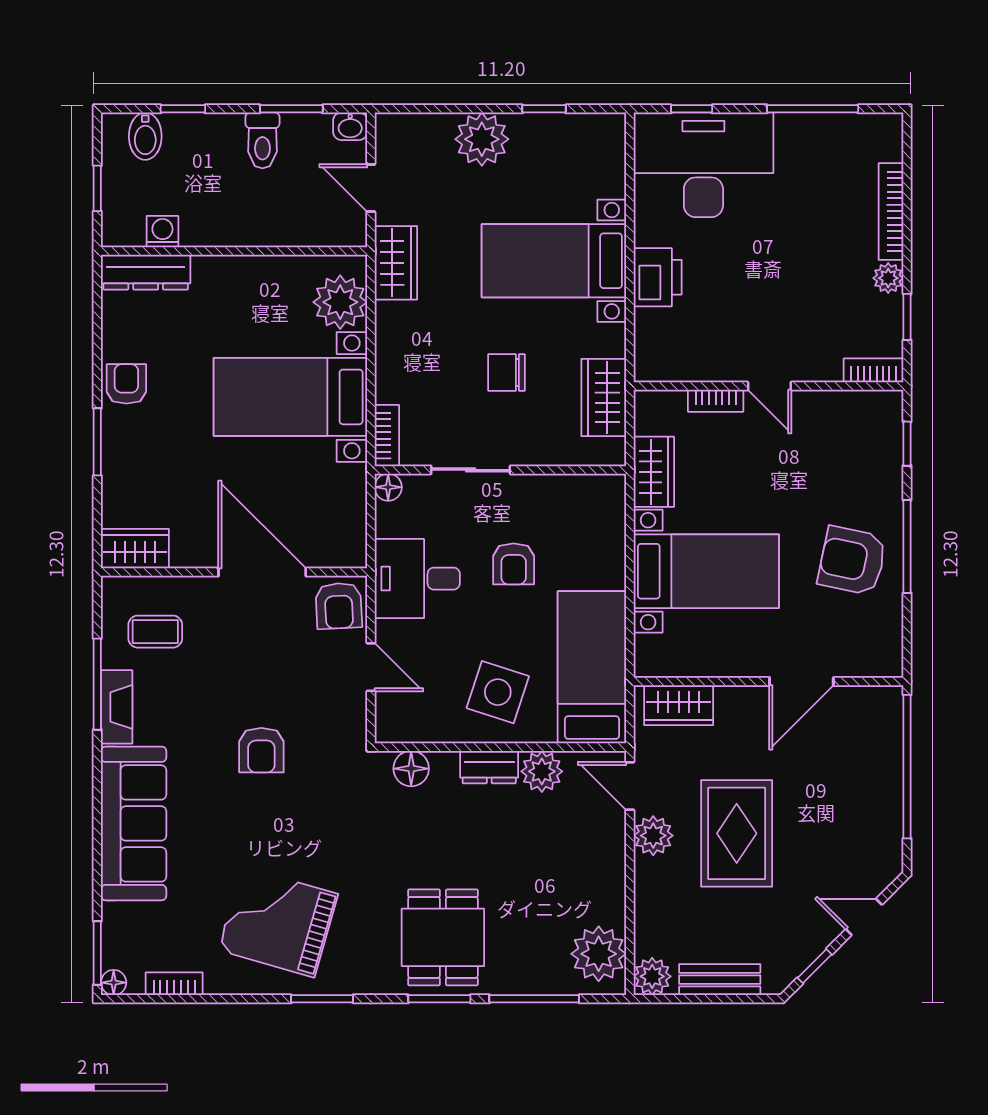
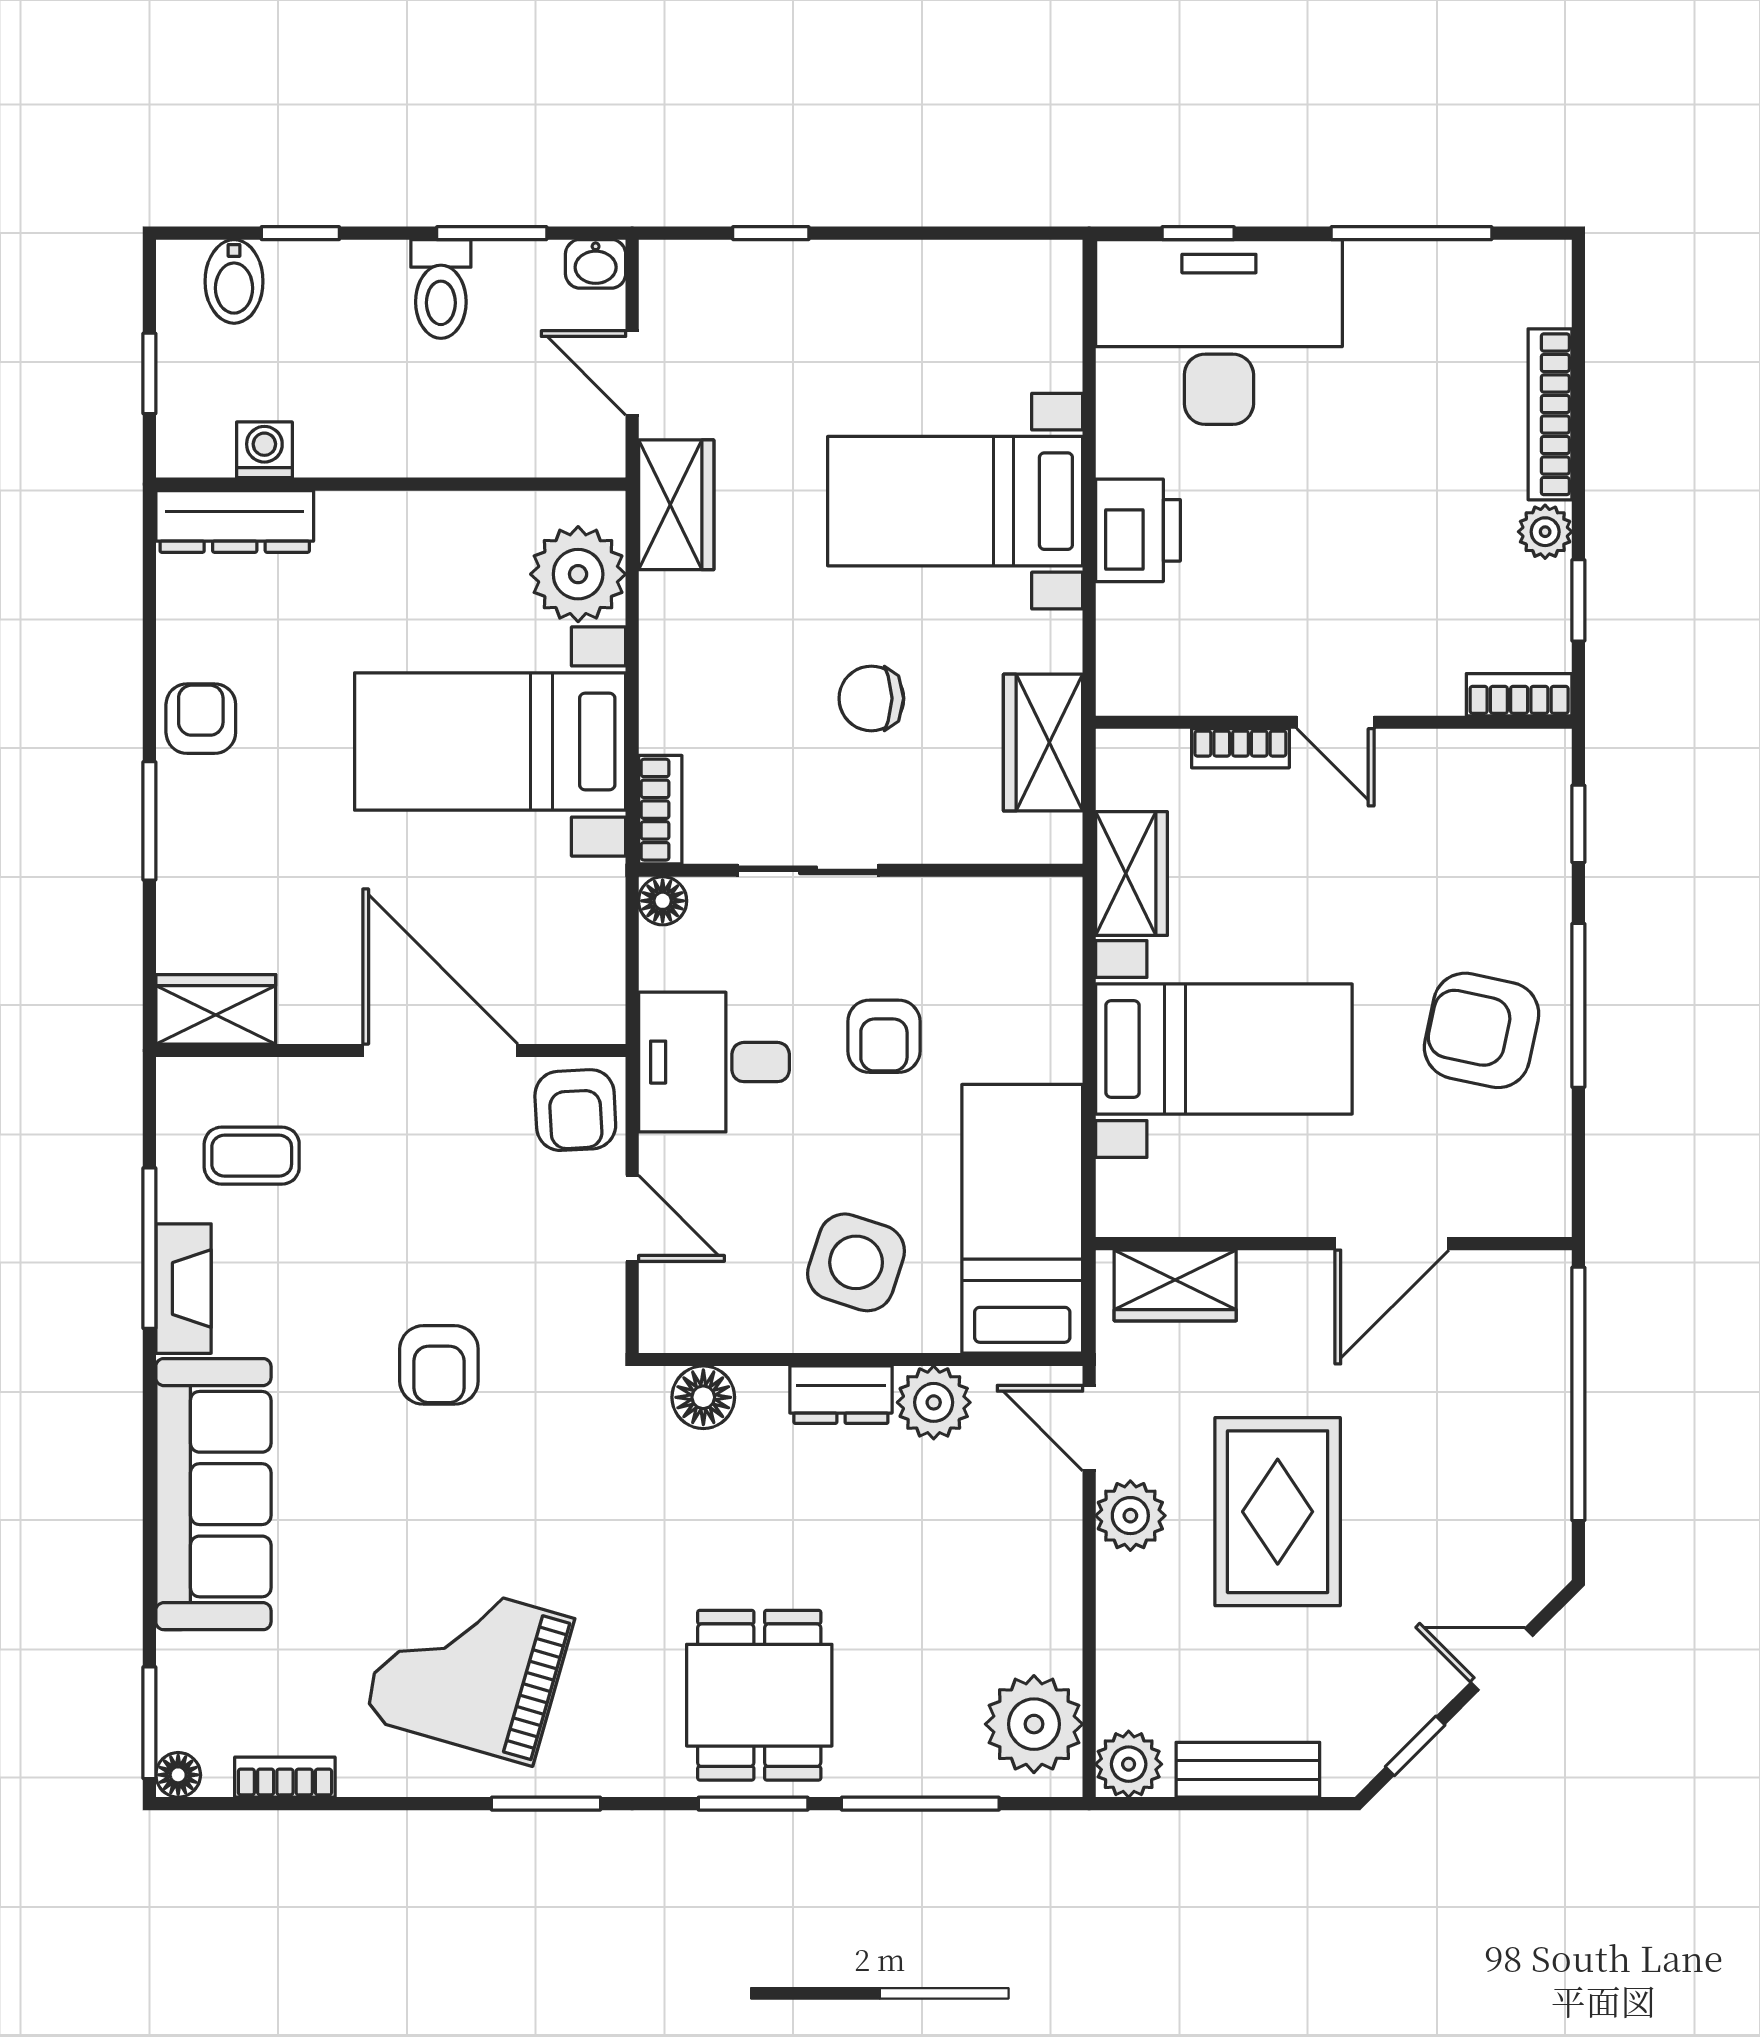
window: (544, 109) -> (771, 233), moved
plant: (482, 139) -> (828, 287), removed

